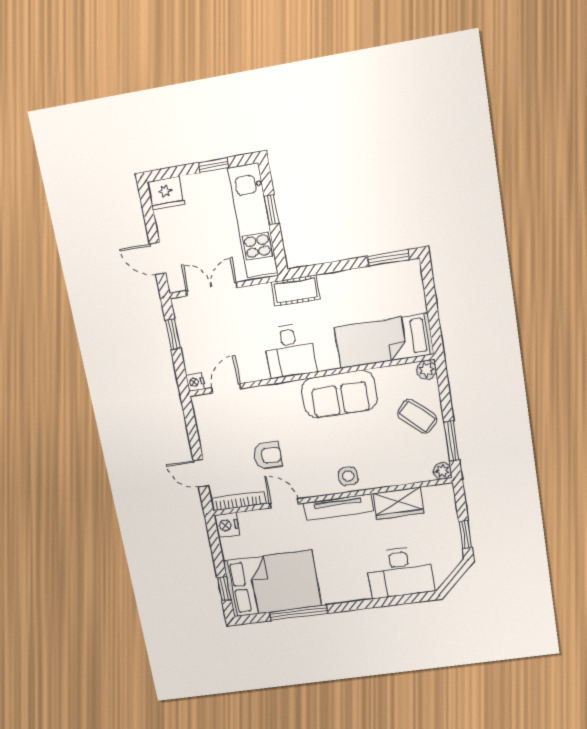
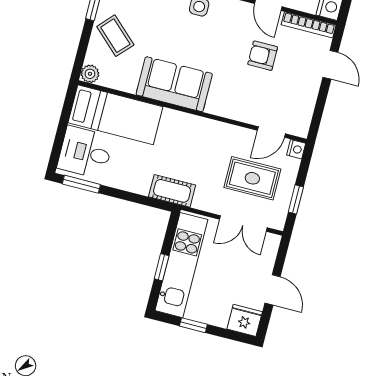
door: (158, 259) -> (273, 290), moved
rug: (224, 337) -> (252, 178), added
desk: (290, 351) -> (85, 152), moved, turned -90

